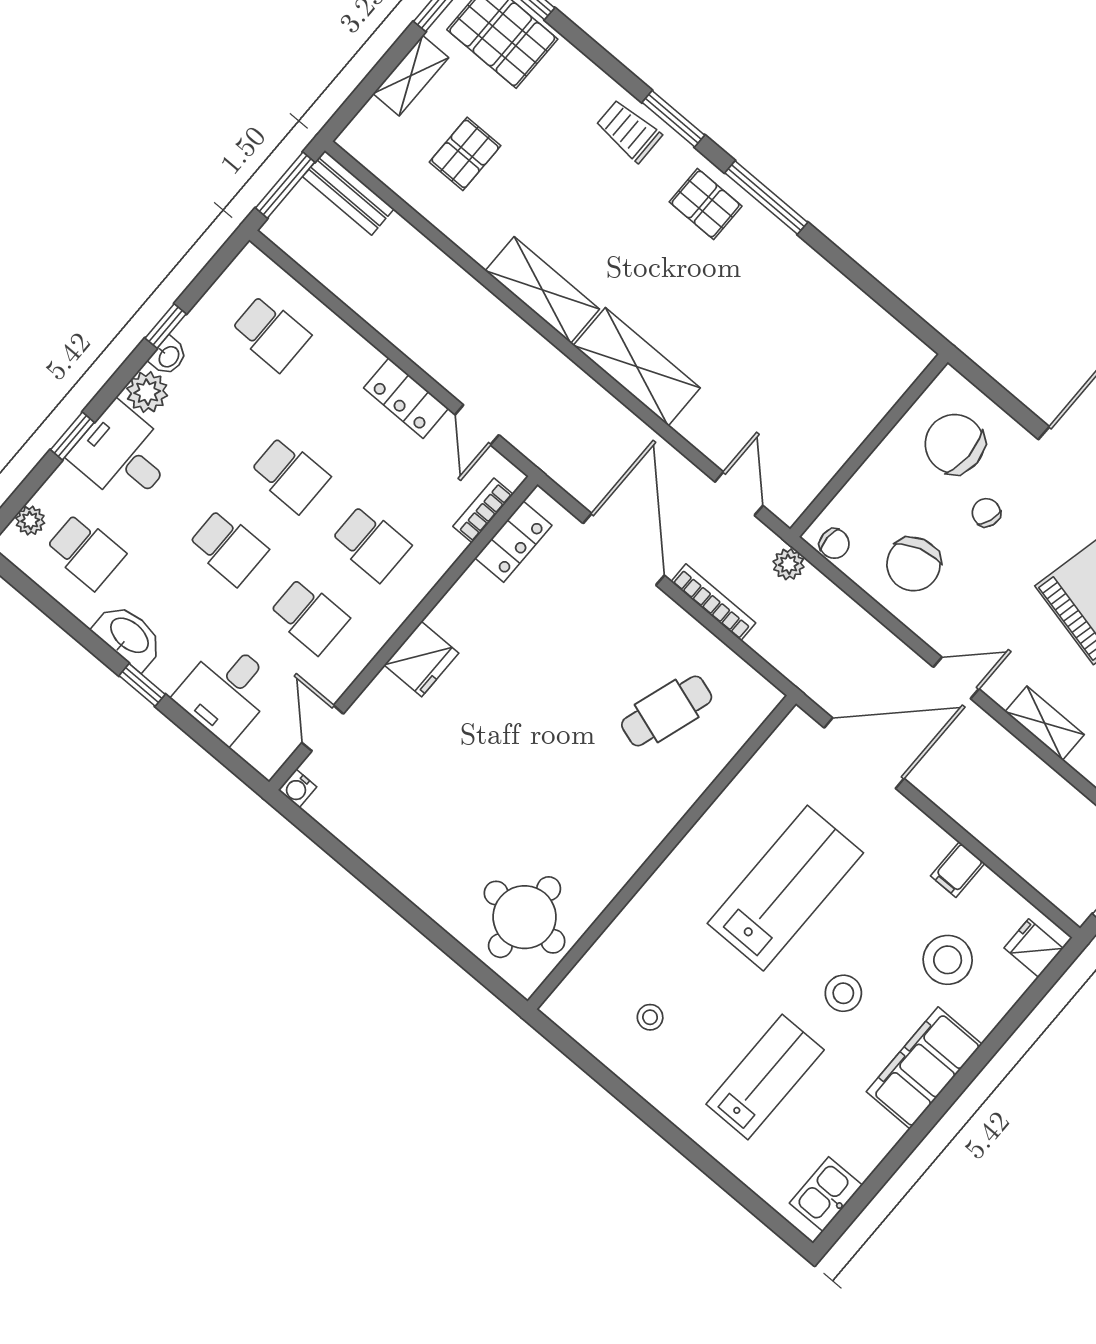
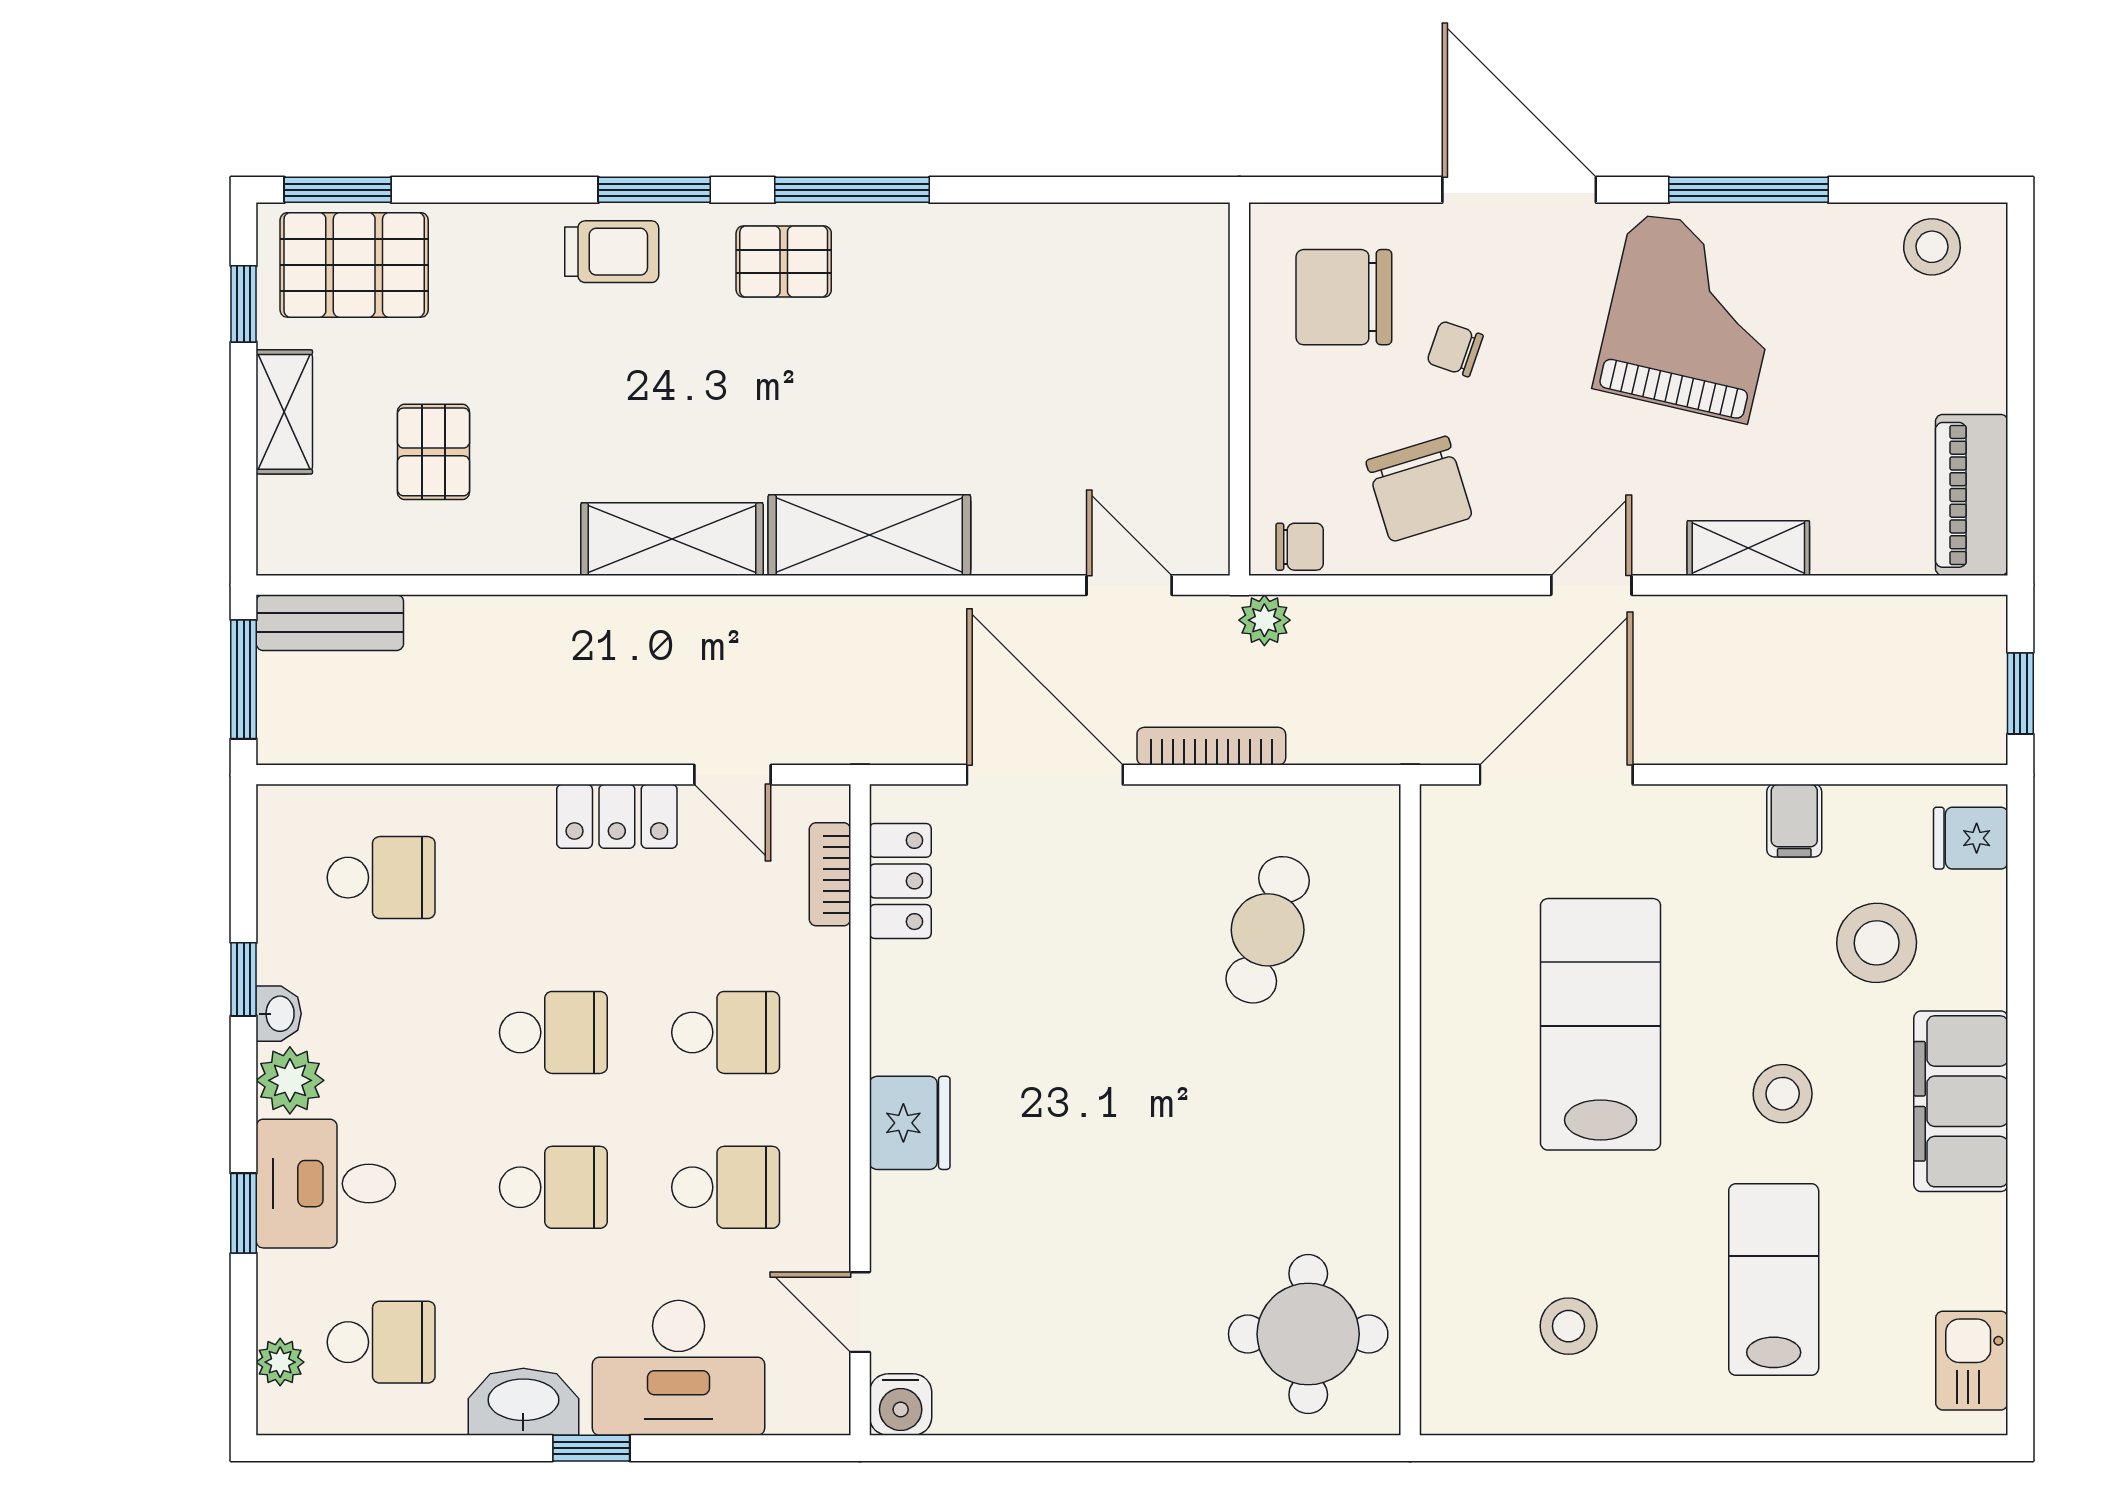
trolley: (629, 131) -> (612, 252), turned 180
desk: (226, 691) -> (679, 1368), width x1.37
water cooler: (297, 788) -> (901, 1405), width x1.38, depth x1.38
stool: (650, 1017) -> (1569, 1326), width x1.37, depth x1.37

